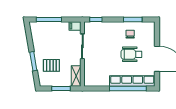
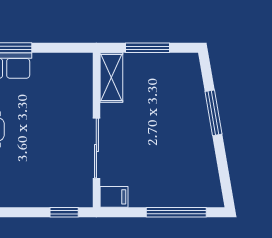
pallet: (51, 65) -> (170, 103), removed

